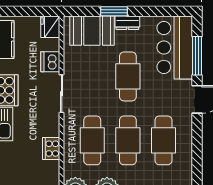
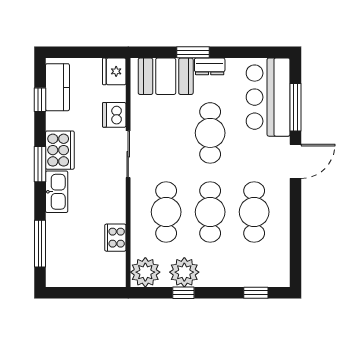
cooker: (51, 149) -> (115, 238), moved

